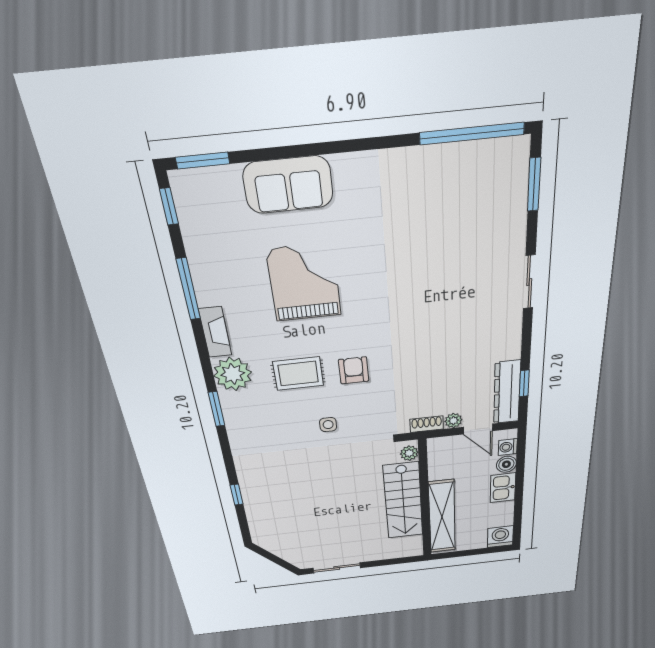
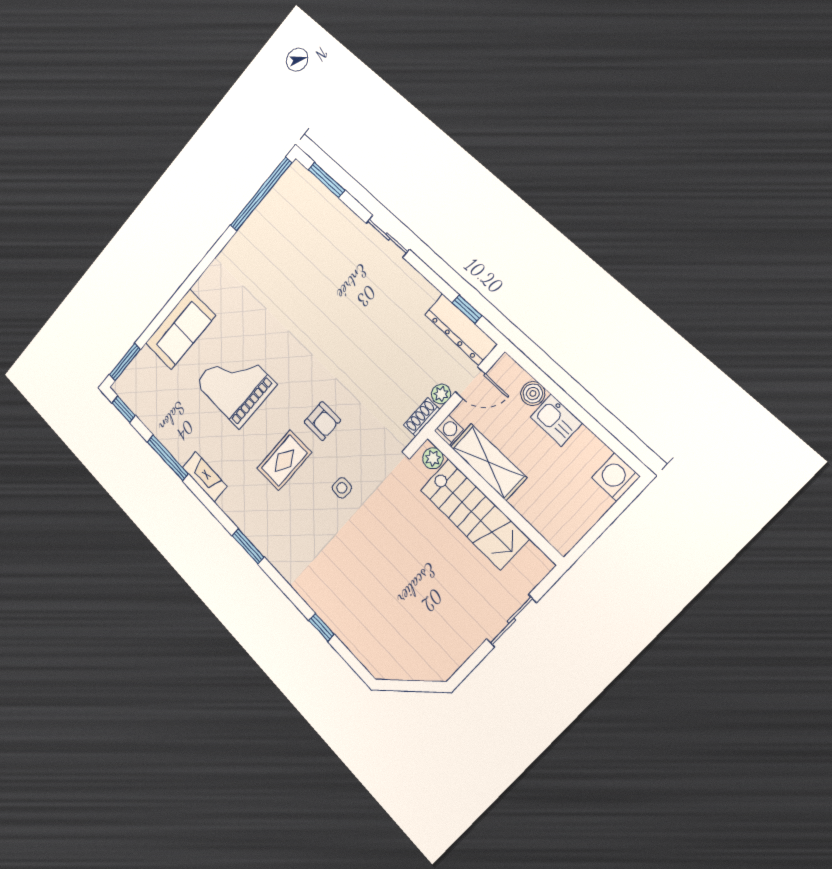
armchair: (354, 370) -> (322, 421), turned 180
plant: (233, 374) -> (239, 503), removed
washing machine: (508, 447) -> (449, 430), moved, turned 180
shelving: (442, 517) -> (488, 462), moved, width x0.68
sliding door: (337, 568) -> (511, 621), moved

